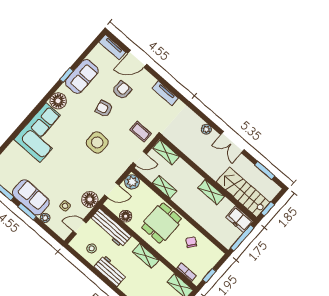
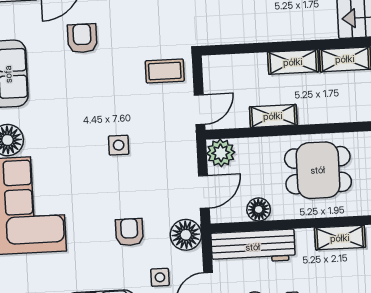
armchair: (104, 109) -> (129, 232), moved, turned 103
side table: (97, 142) -> (119, 145), width x0.54, depth x0.54
shelving: (166, 152) -> (293, 62), moved
dining table: (162, 223) -> (318, 170), turned 90

